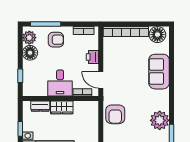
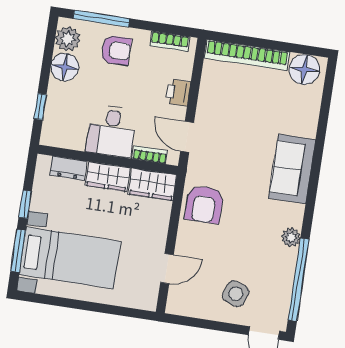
sofa: (159, 72) -> (292, 169), moved
wardrobe: (86, 108) -> (152, 184), added
plant: (160, 120) -> (291, 237), width x0.53, depth x0.53

